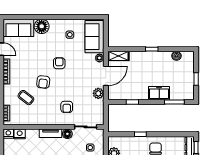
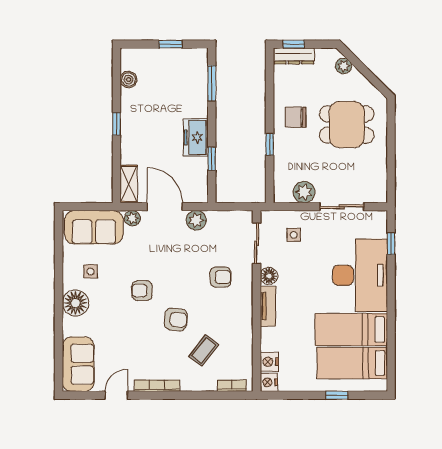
floor lamp: (42, 26) -> (75, 303), moved
freezer: (159, 93) -> (196, 137), moved

